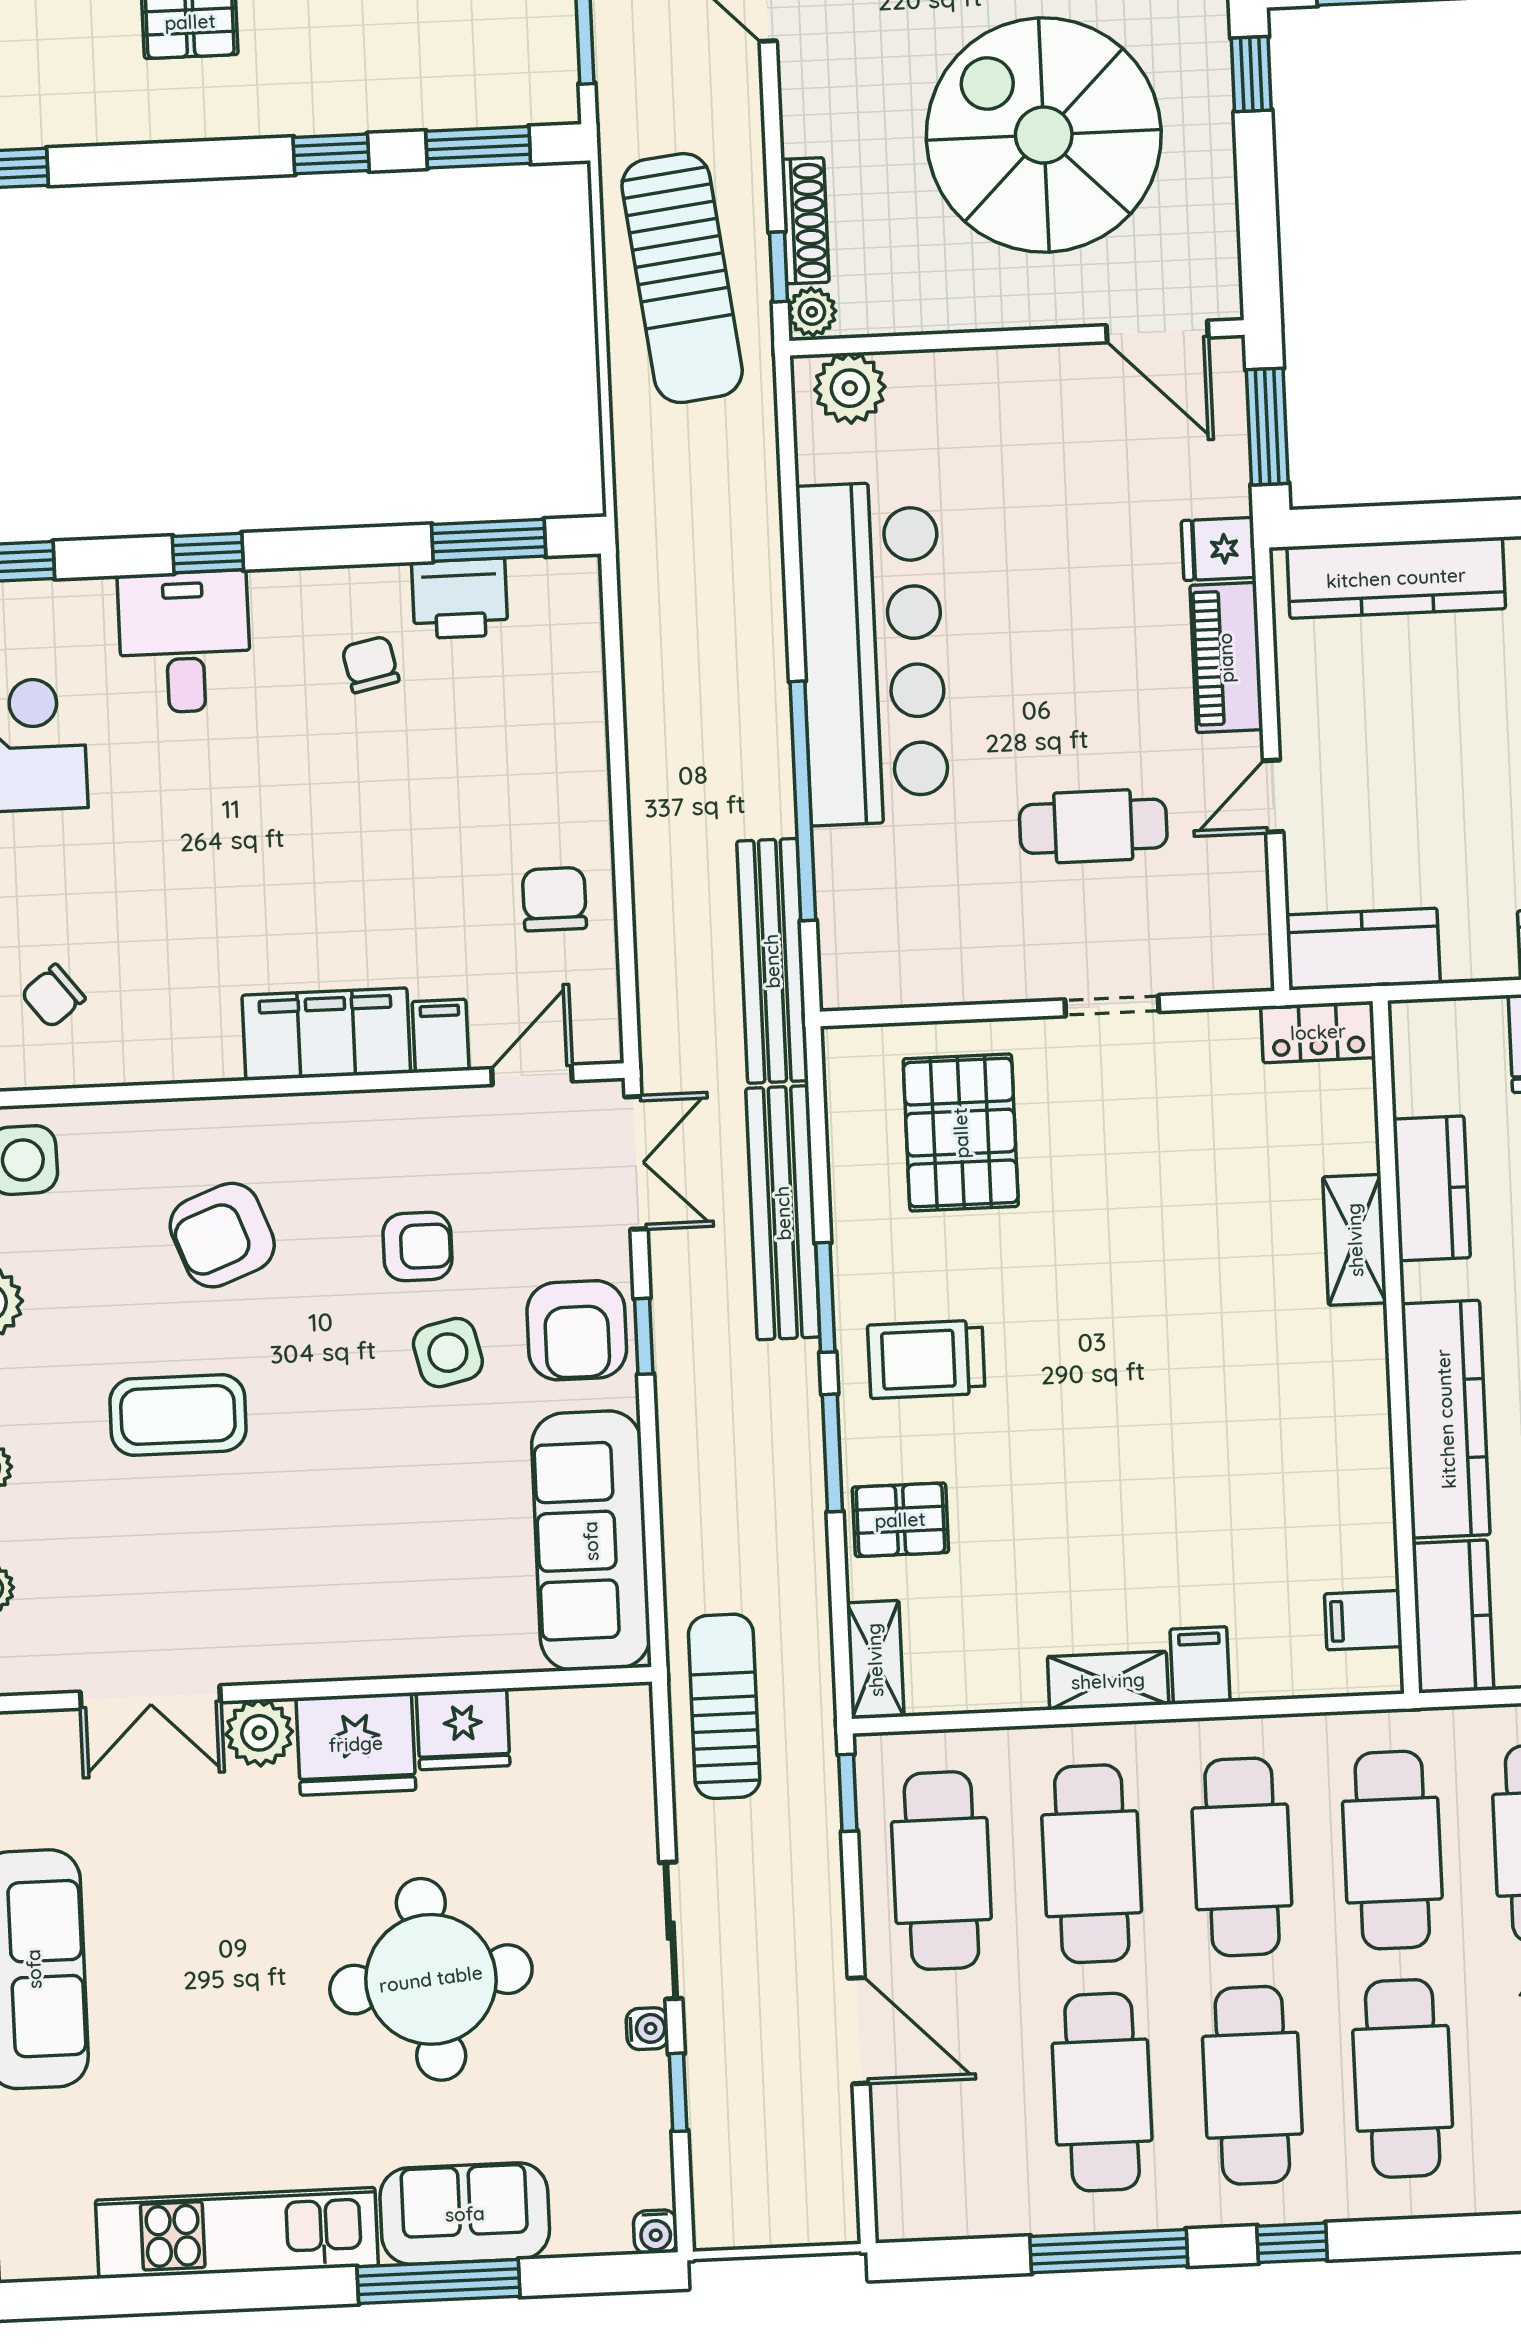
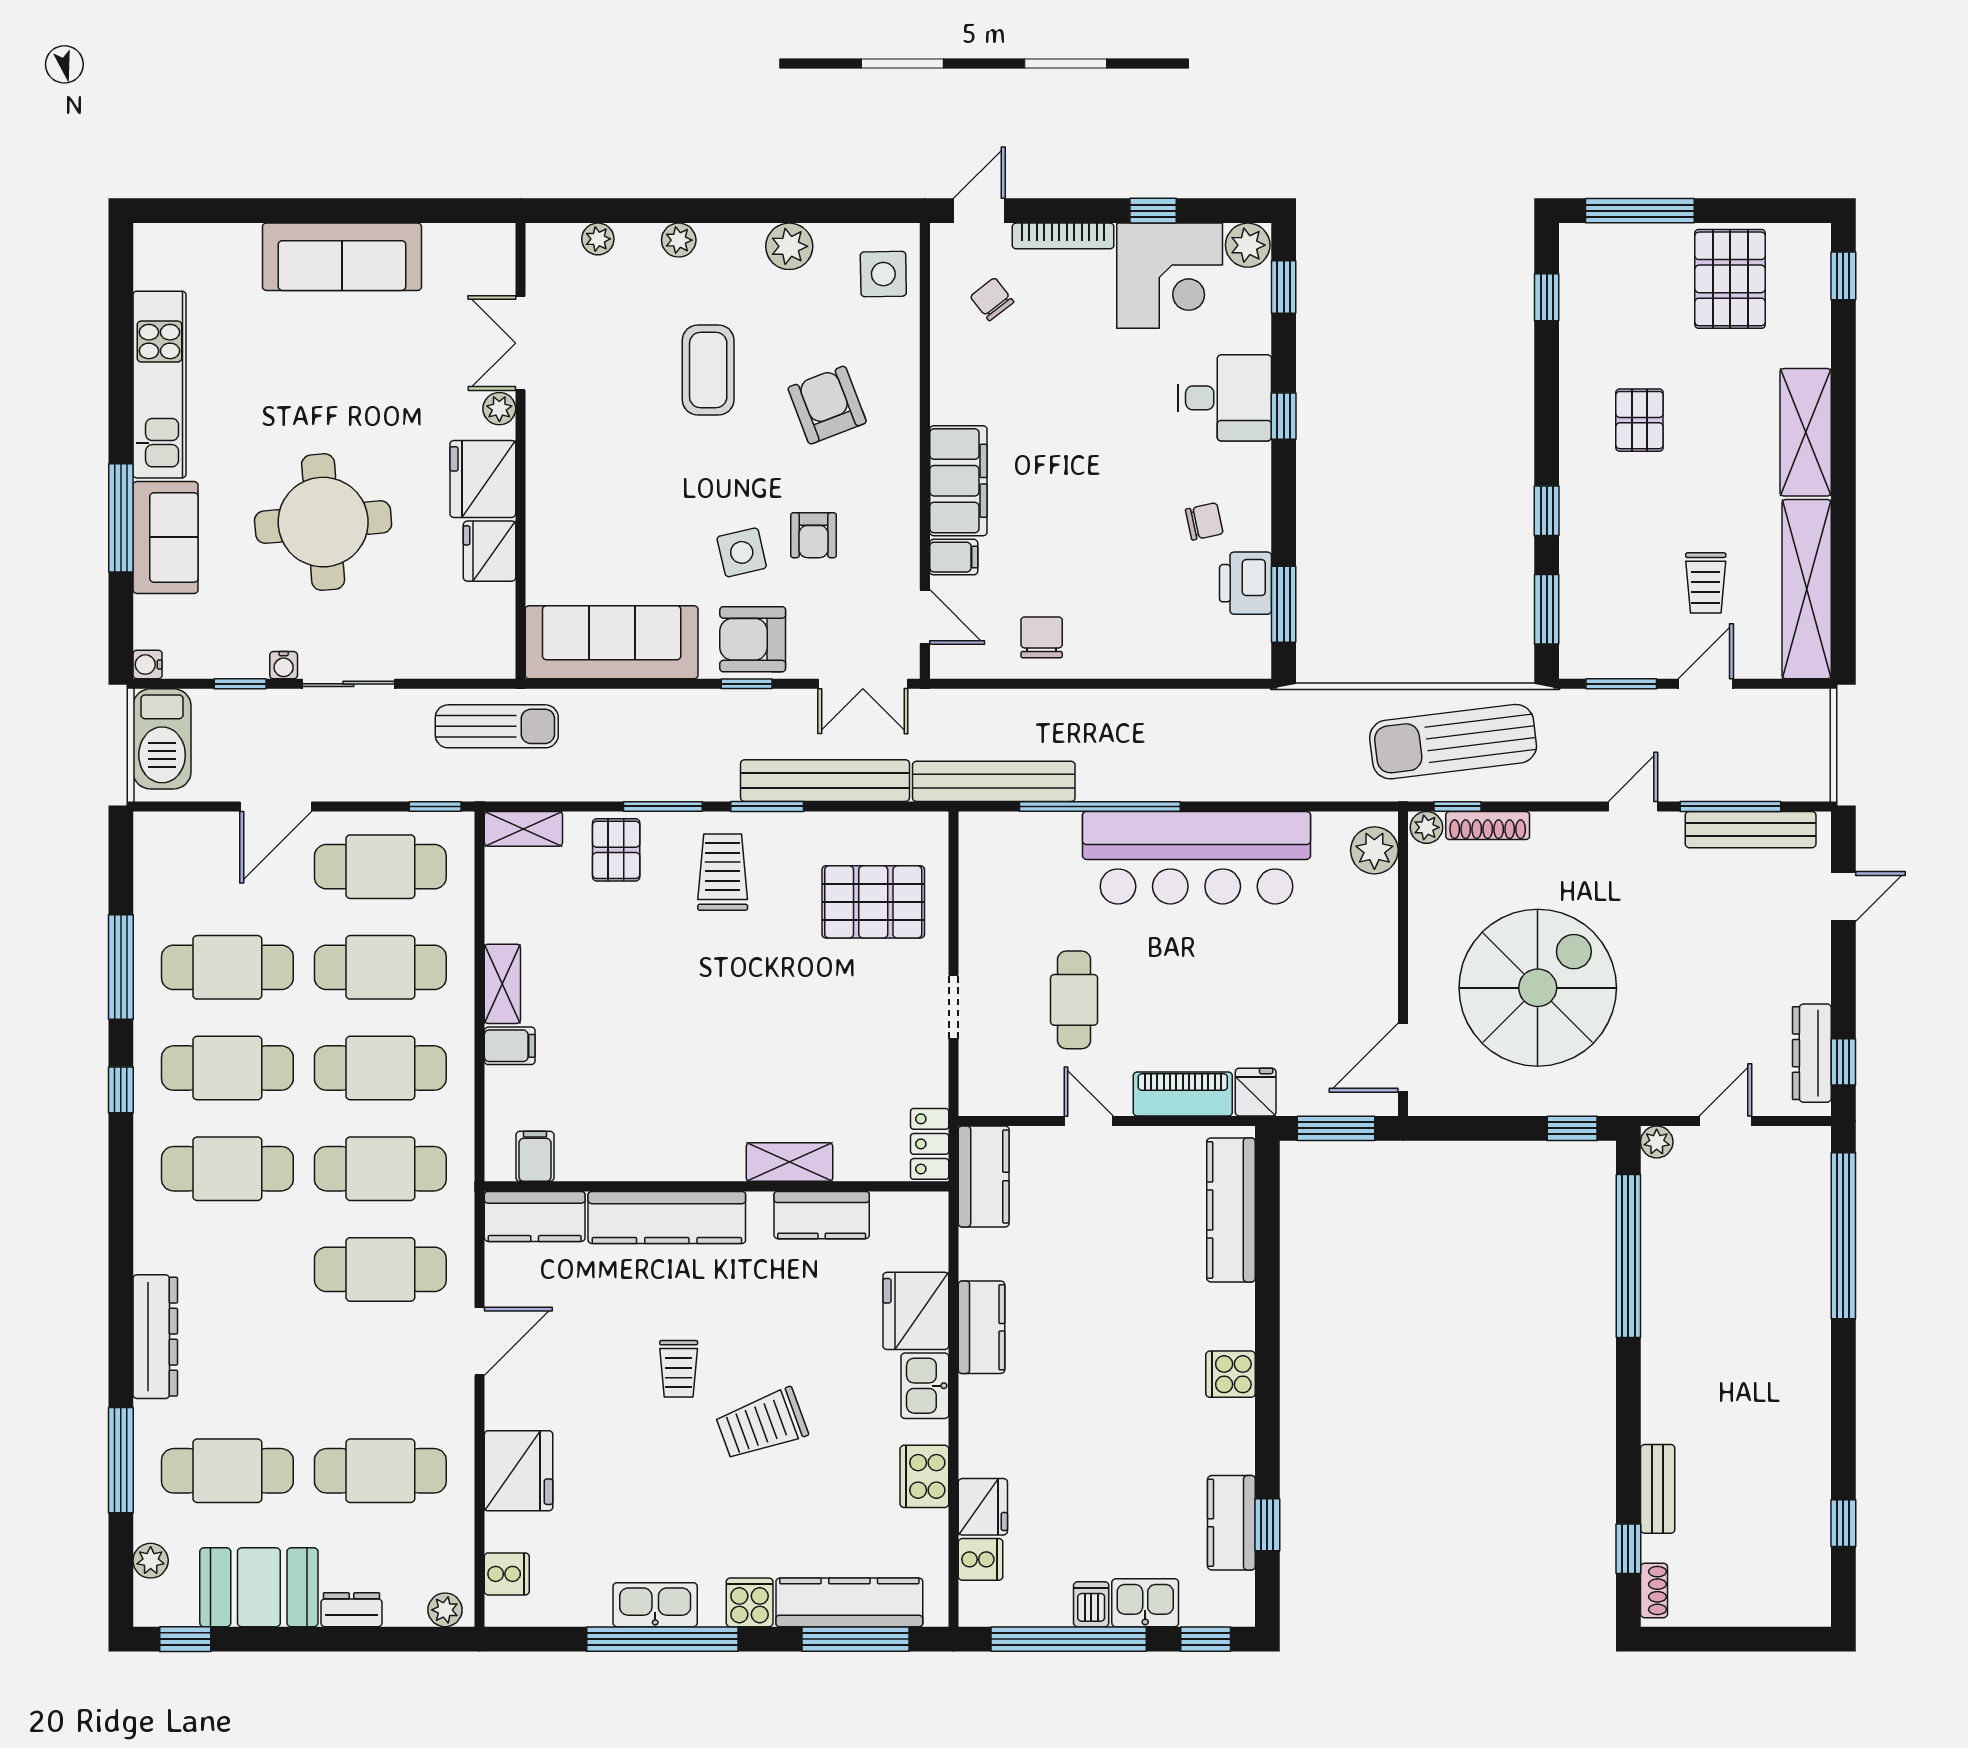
chair: (554, 899) -> (1042, 637), turned -90
plant: (259, 1733) -> (499, 409), width x0.73, depth x0.73
barbecue: (766, 2205) -> (162, 739), added

